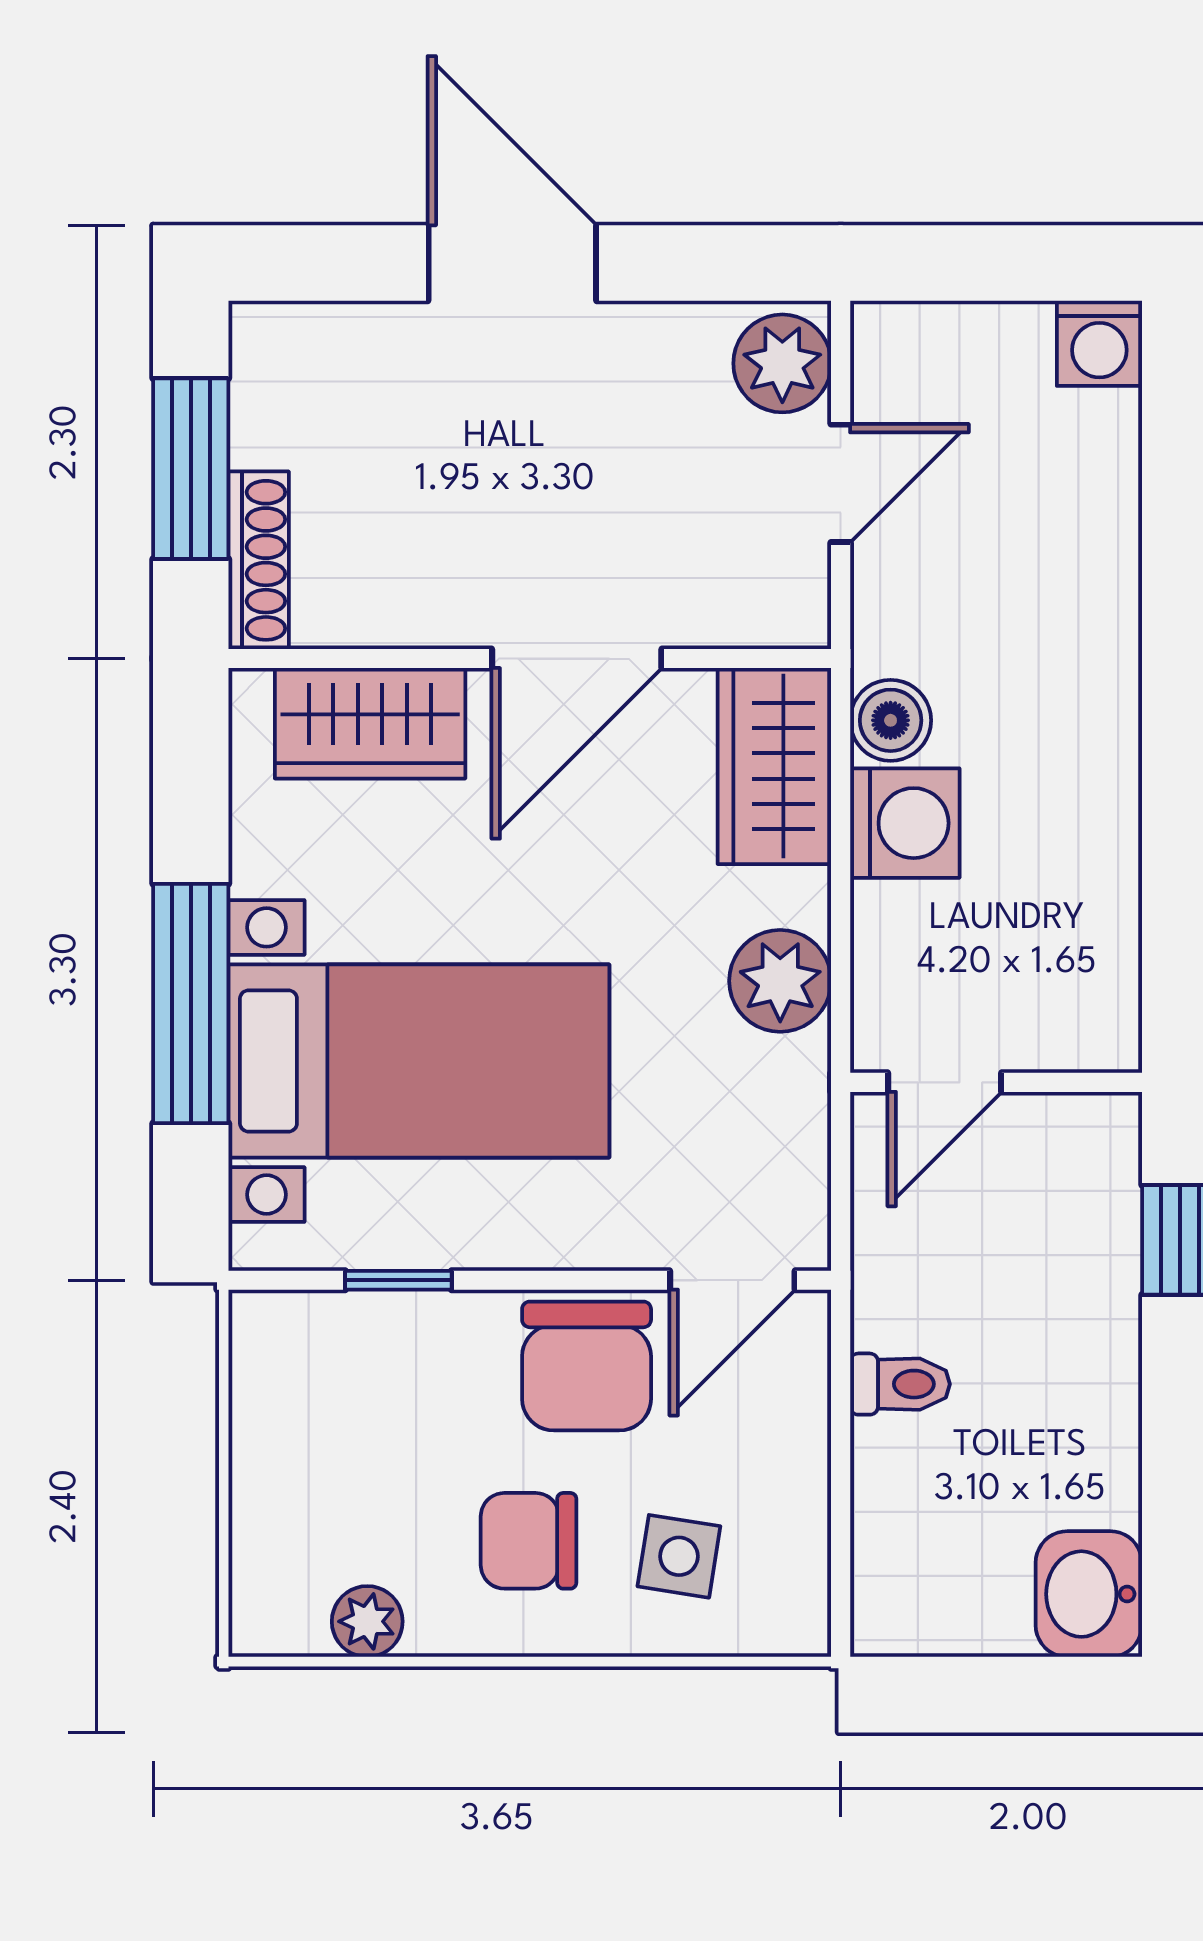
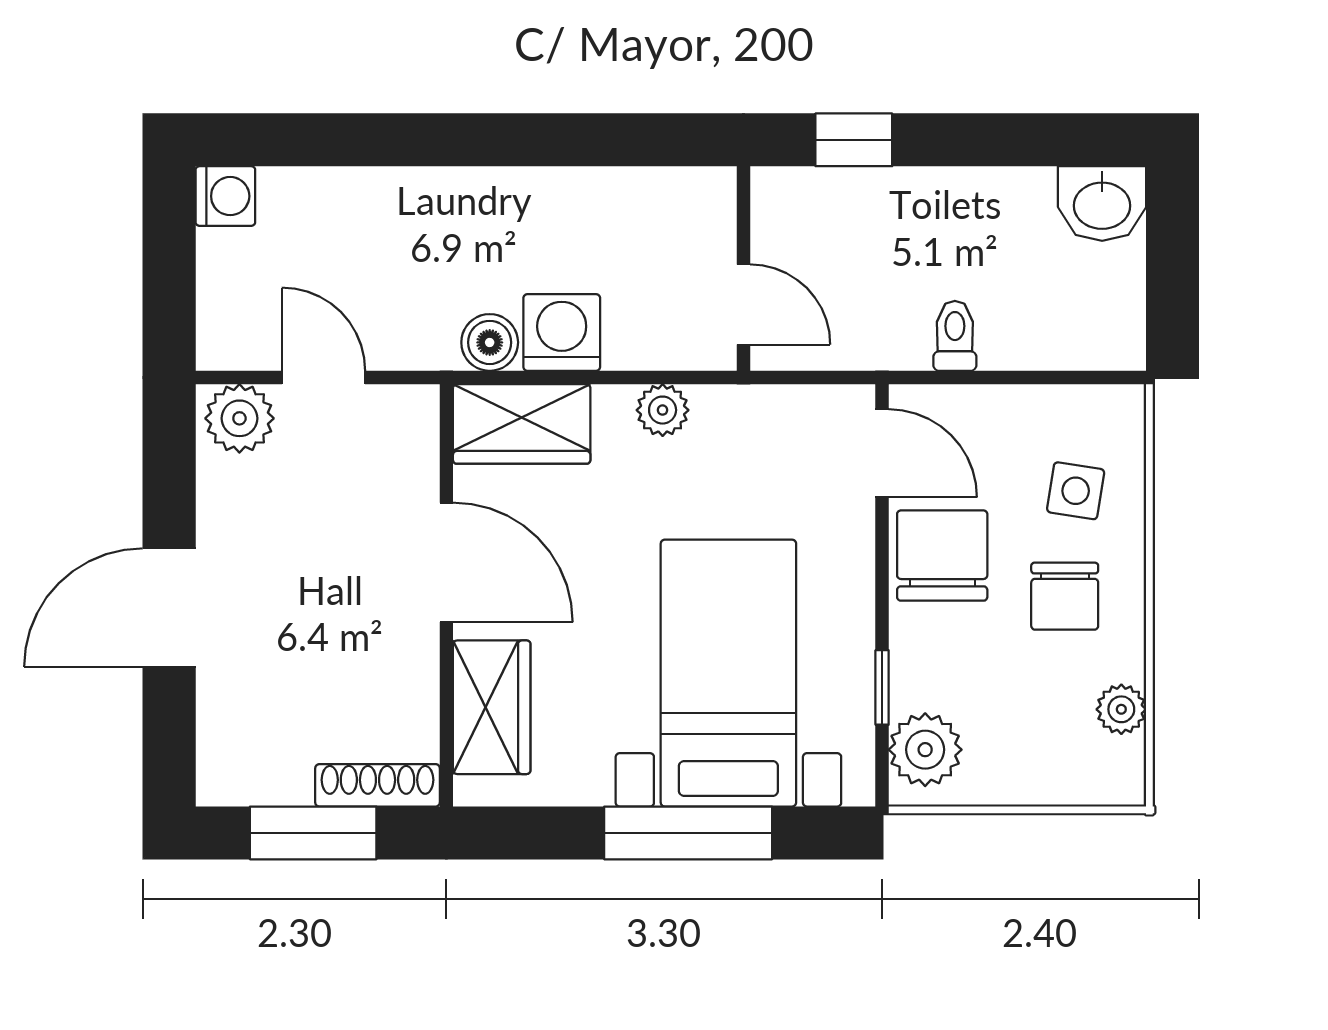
plant: (780, 981) -> (663, 410), width x0.73, depth x0.73
plant: (310, 1342) -> (925, 750), added
chair: (587, 1366) -> (942, 556), turned -90

